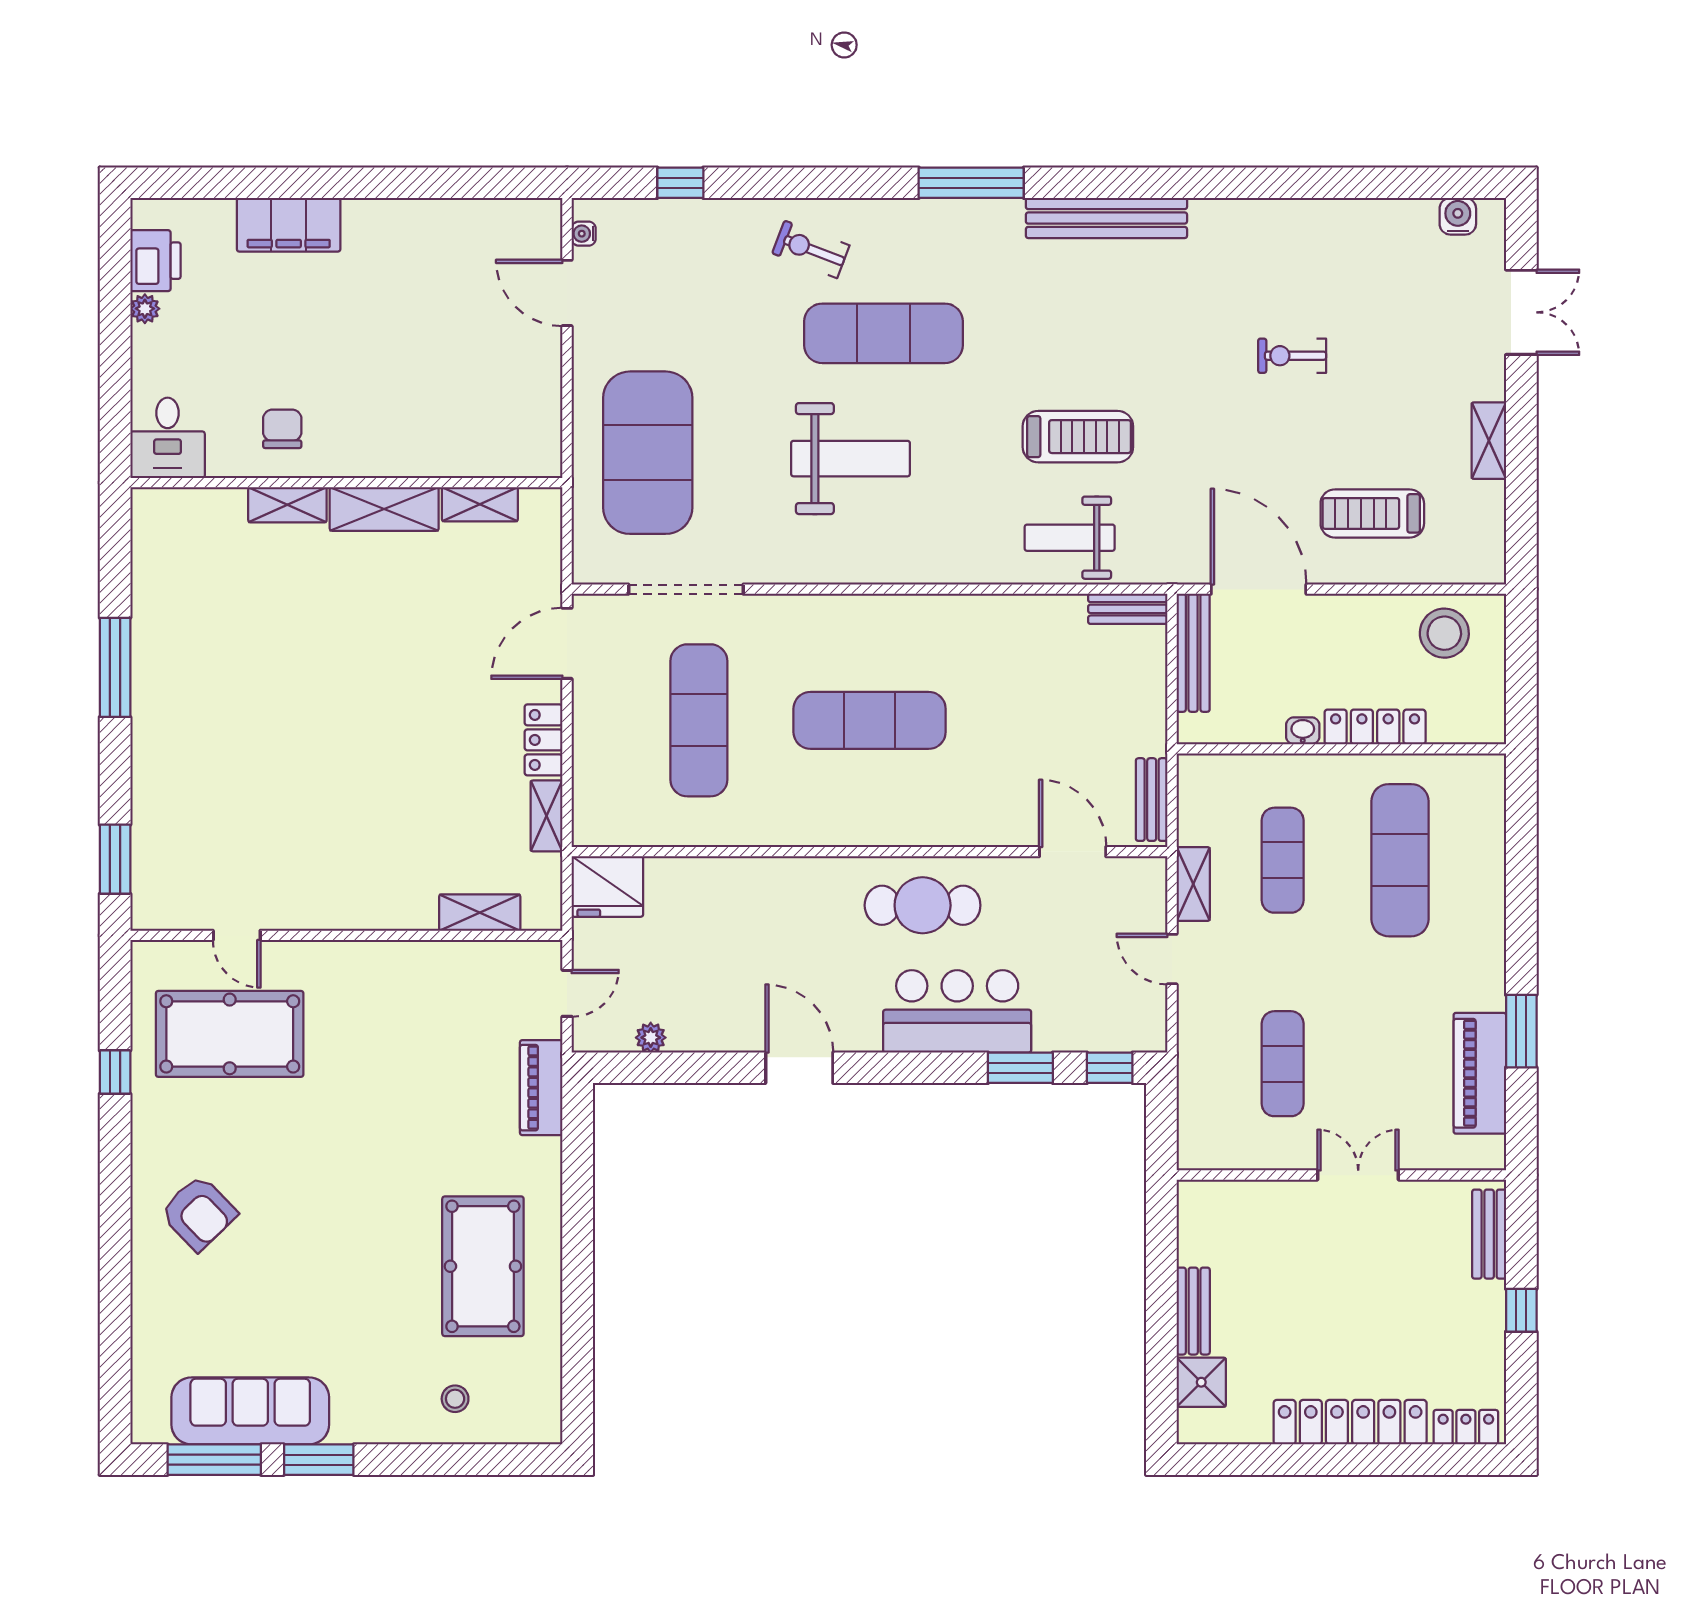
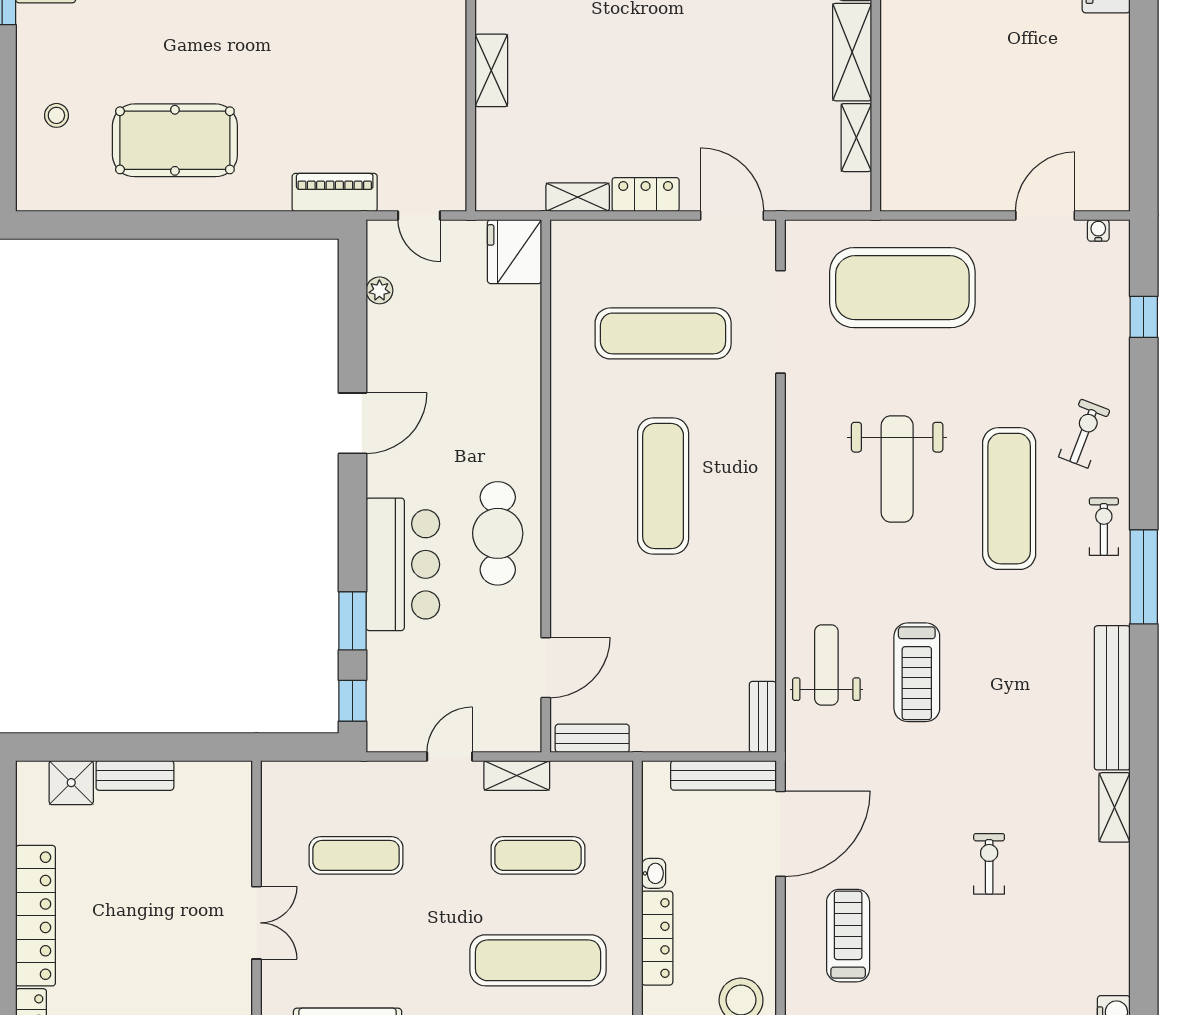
shelving: (1229, 215) -> (1115, 807), added
exercise bike: (915, 227) -> (1104, 527), added
shelving: (480, 913) -> (491, 70), moved

